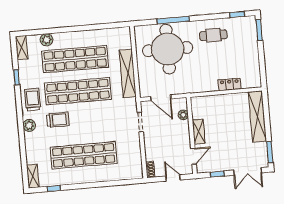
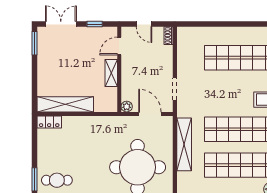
cafe table: (213, 35) -> (57, 180), moved
locker: (229, 84) -> (49, 122), moved
plant: (183, 115) -> (127, 107), moved
shelving: (257, 117) -> (65, 104), moved, turned 90

